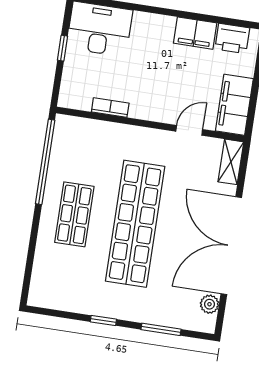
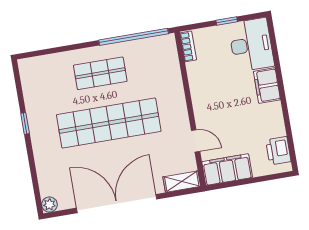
filing cabinet: (195, 33) -> (267, 86), moved
bookcase: (110, 108) -> (188, 46), moved
plant: (209, 304) -> (49, 205), moved
window: (161, 329) -> (33, 171), removed

